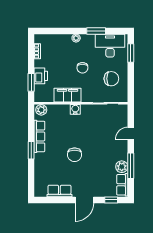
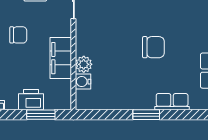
water cooler: (75, 109) -> (83, 82), moved
plant: (41, 110) -> (84, 64), moved
row of seats: (39, 136) -> (172, 102), moved, width x0.68

